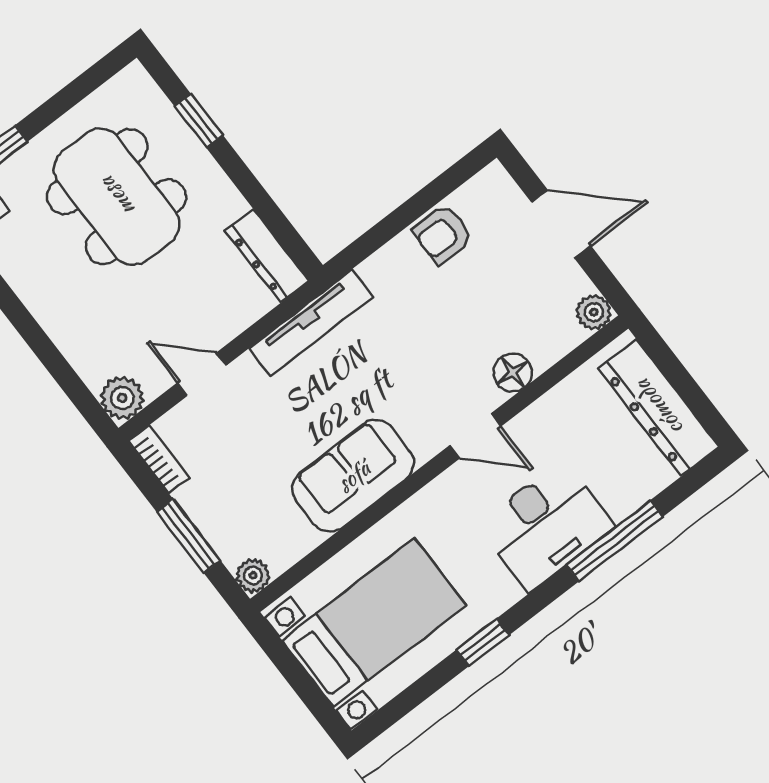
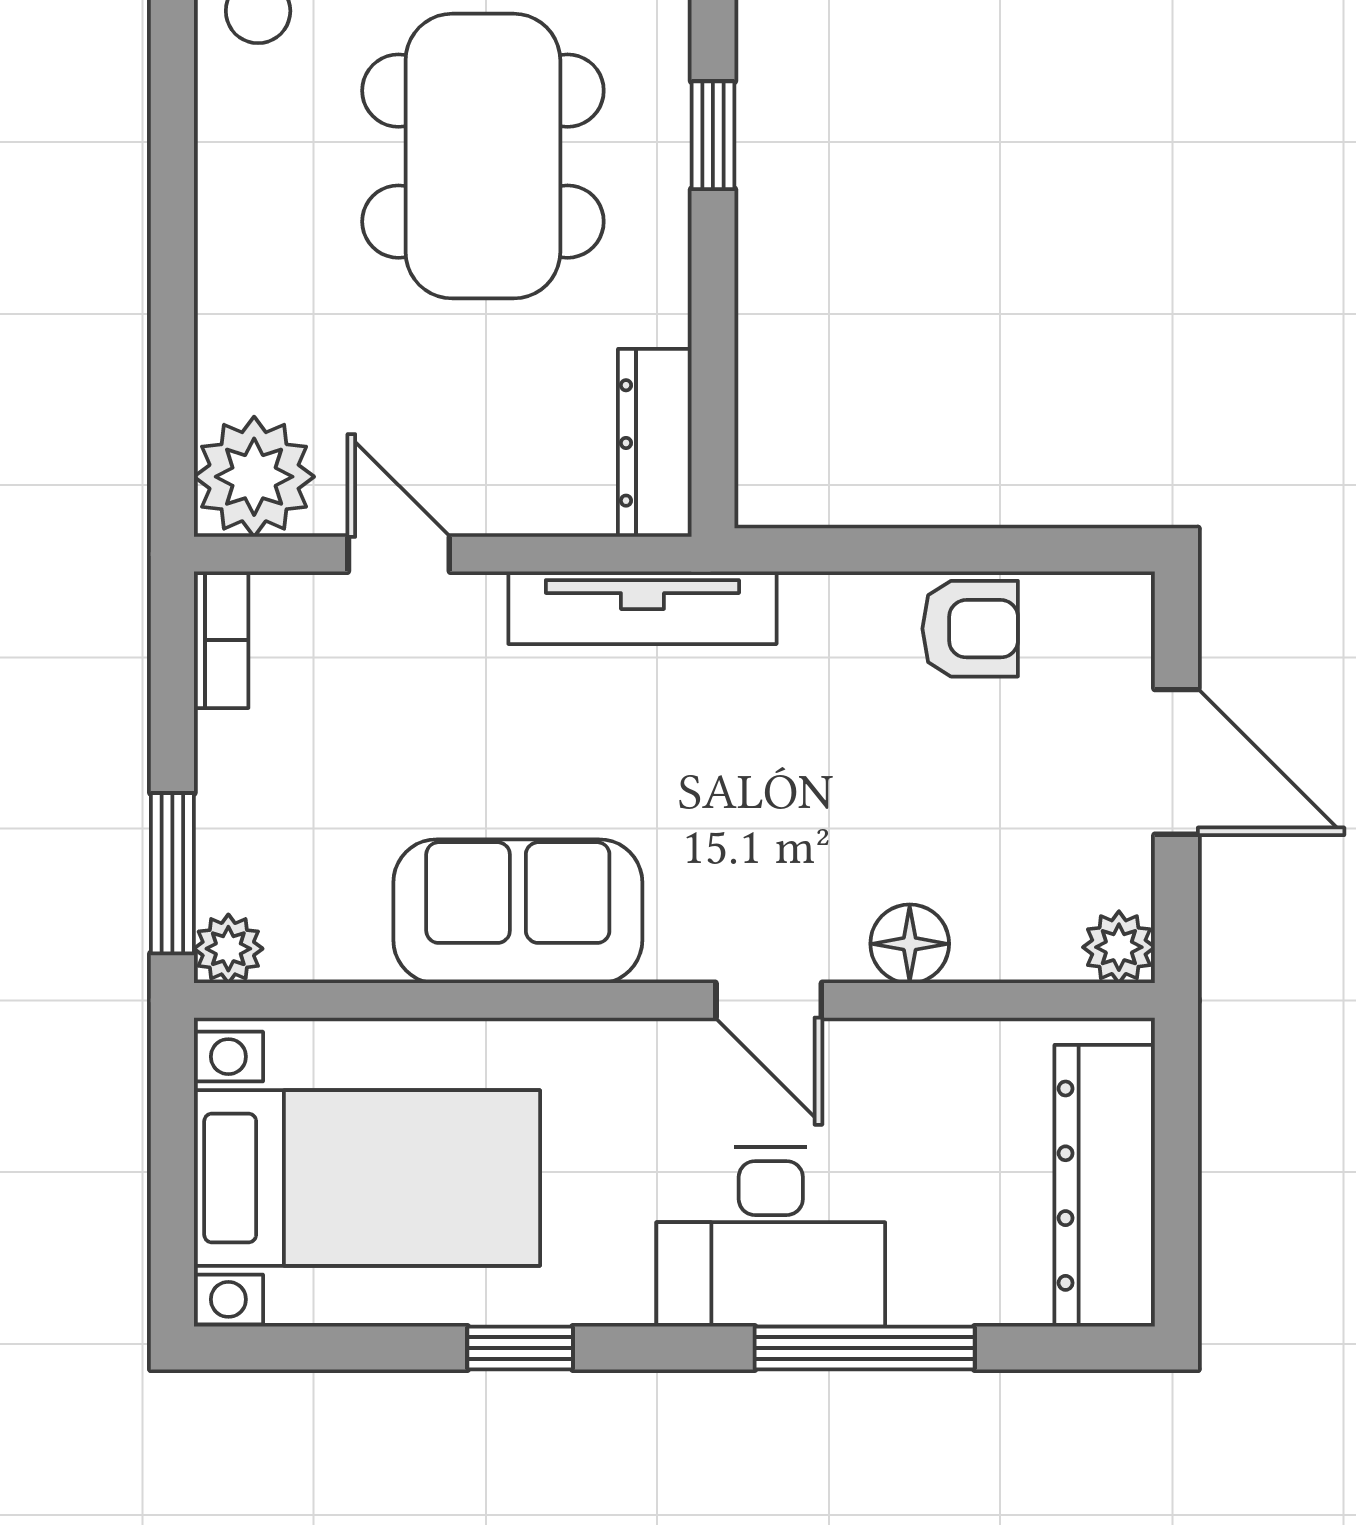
armchair: (443, 234) -> (970, 629), turned 180
plant: (122, 398) -> (254, 477), width x1.36, depth x1.36
window: (188, 536) -> (172, 873), moved

